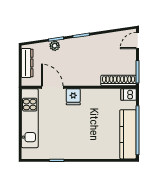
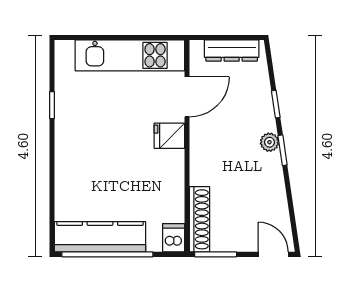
plant: (55, 46) -> (269, 142), moved

